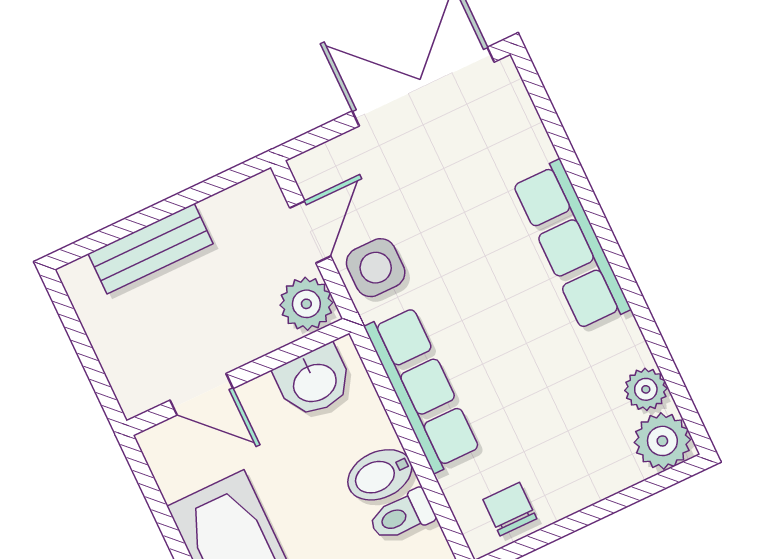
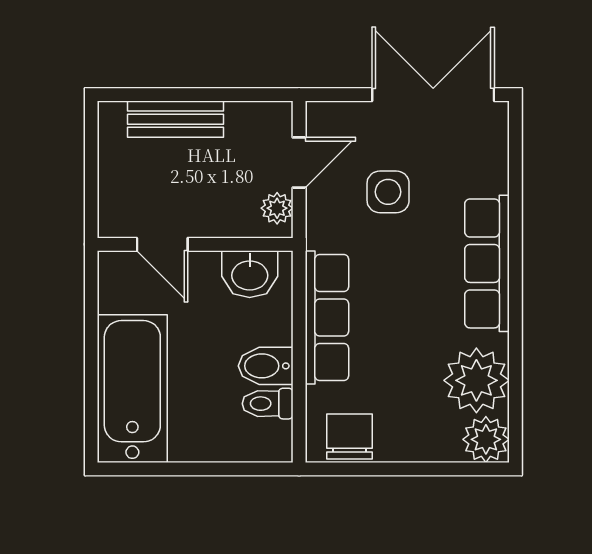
side table: (376, 268) -> (388, 192), moved
plant: (306, 304) -> (277, 208), width x0.73, depth x0.73
plant: (646, 389) -> (476, 380), width x1.88, depth x1.88
chair: (510, 509) -> (350, 437), width x1.37, depth x1.37

